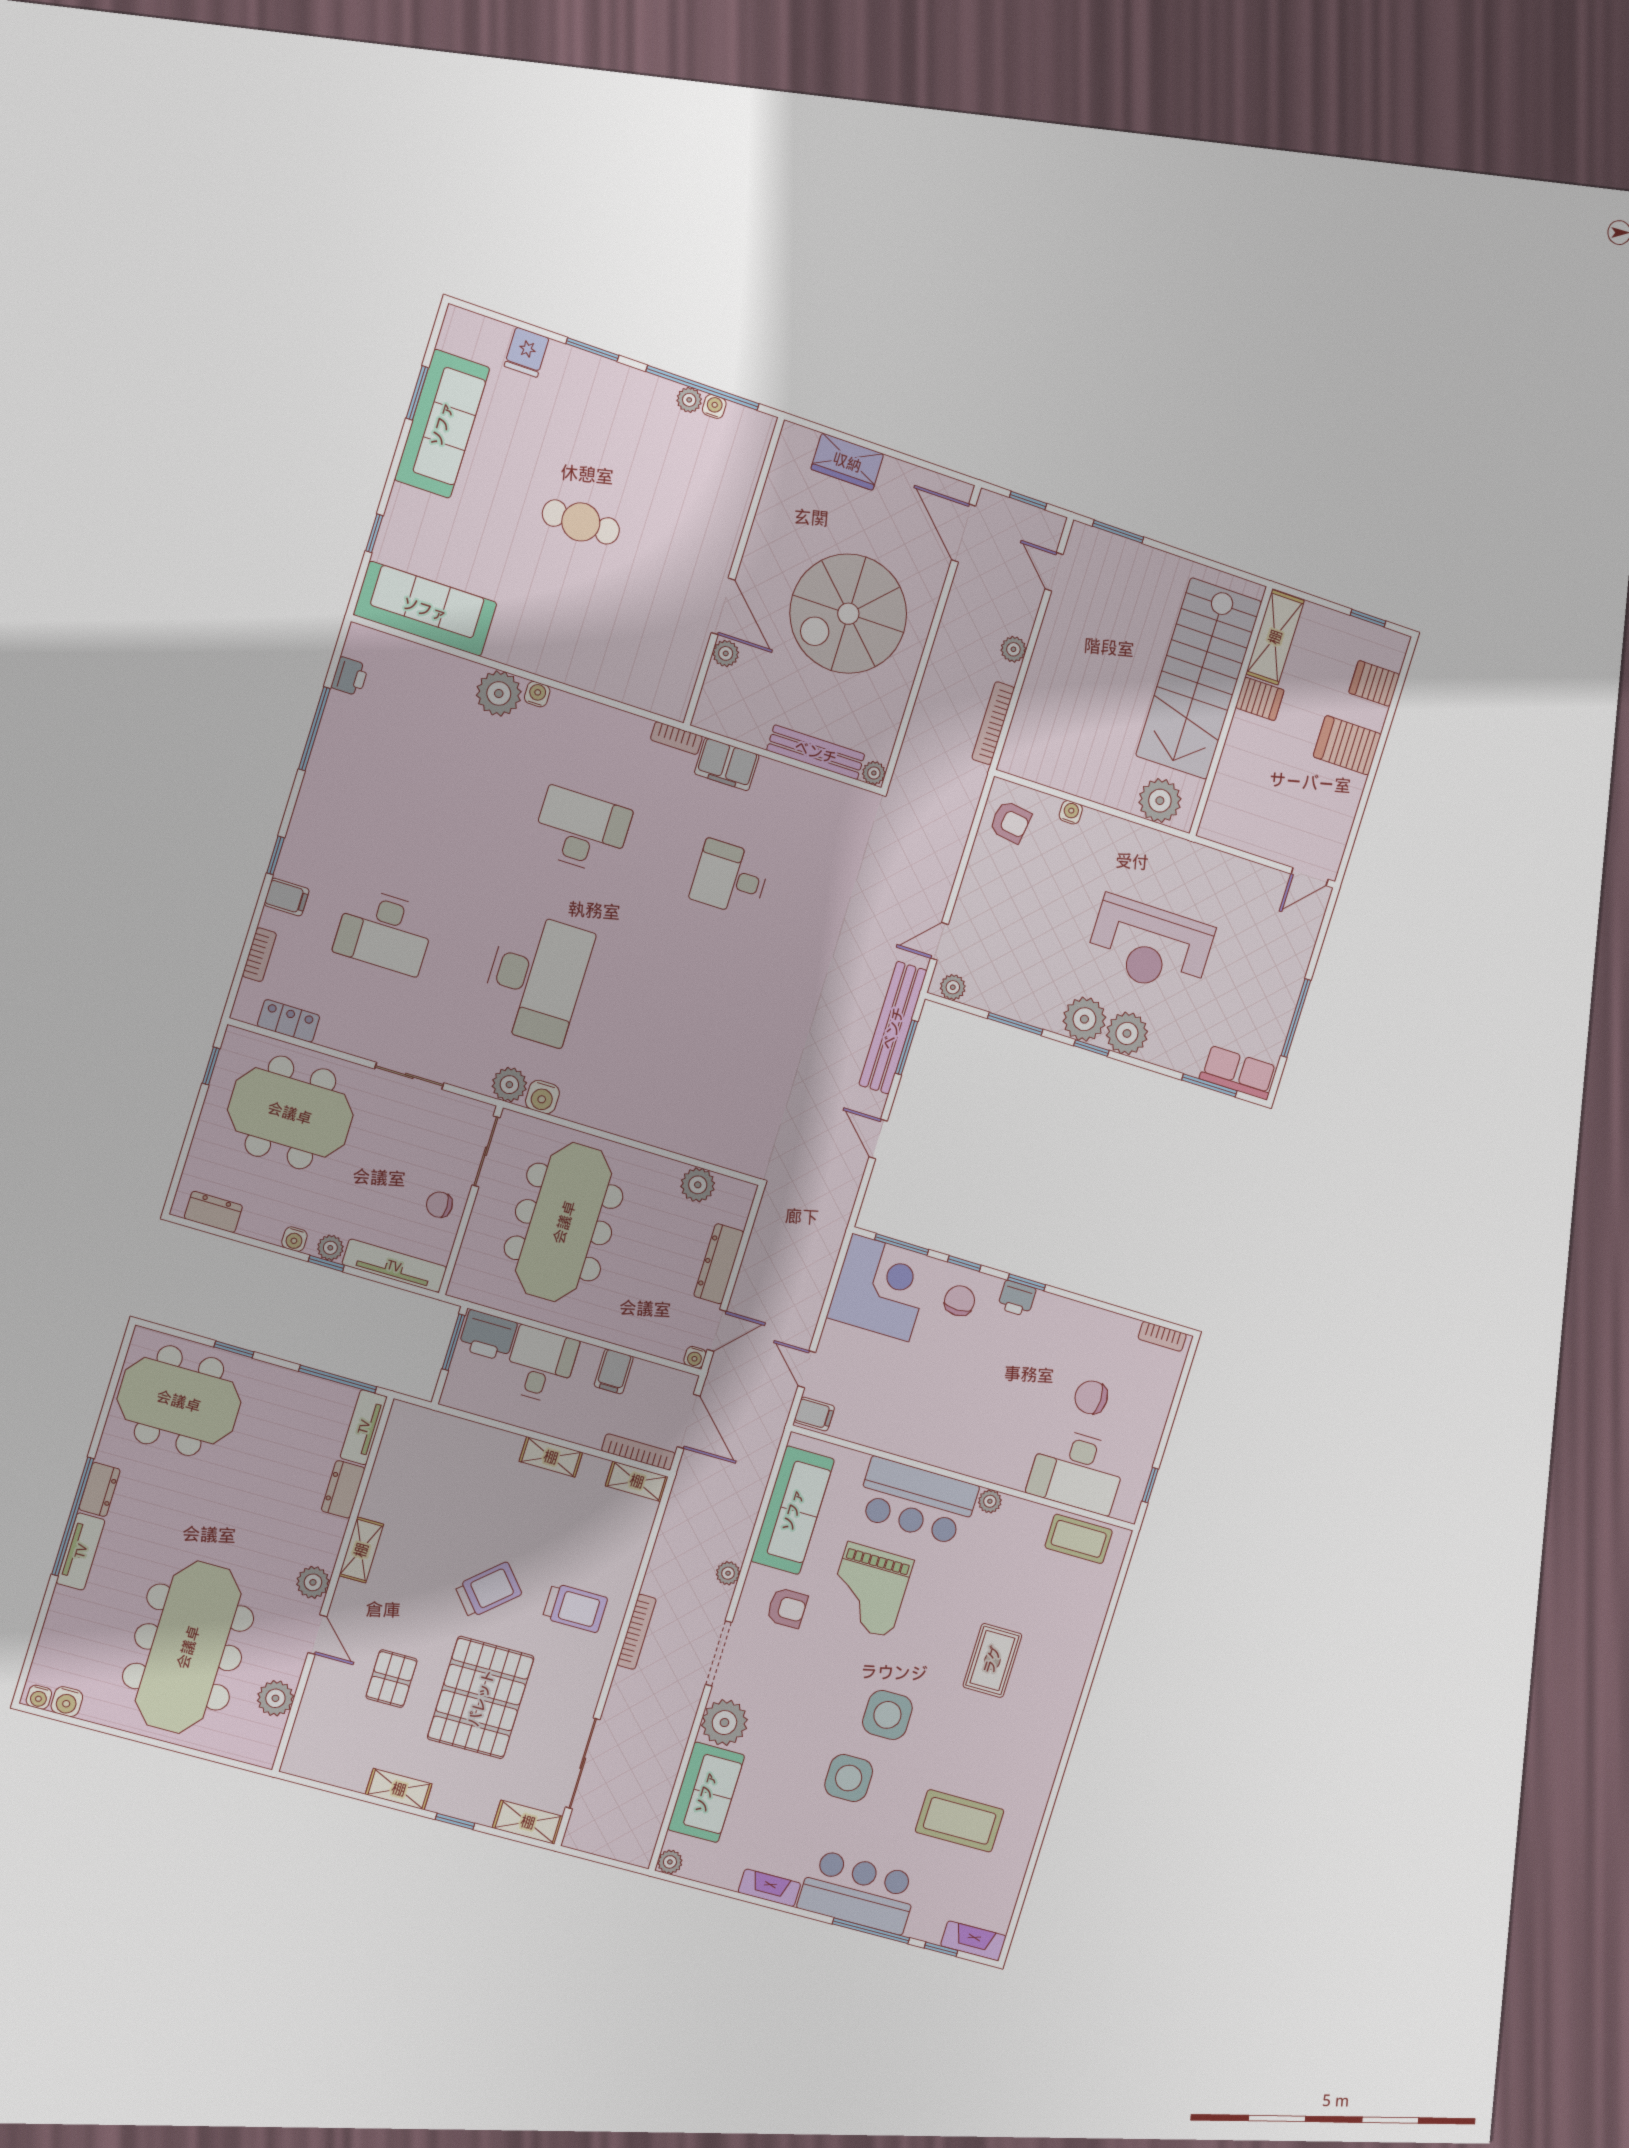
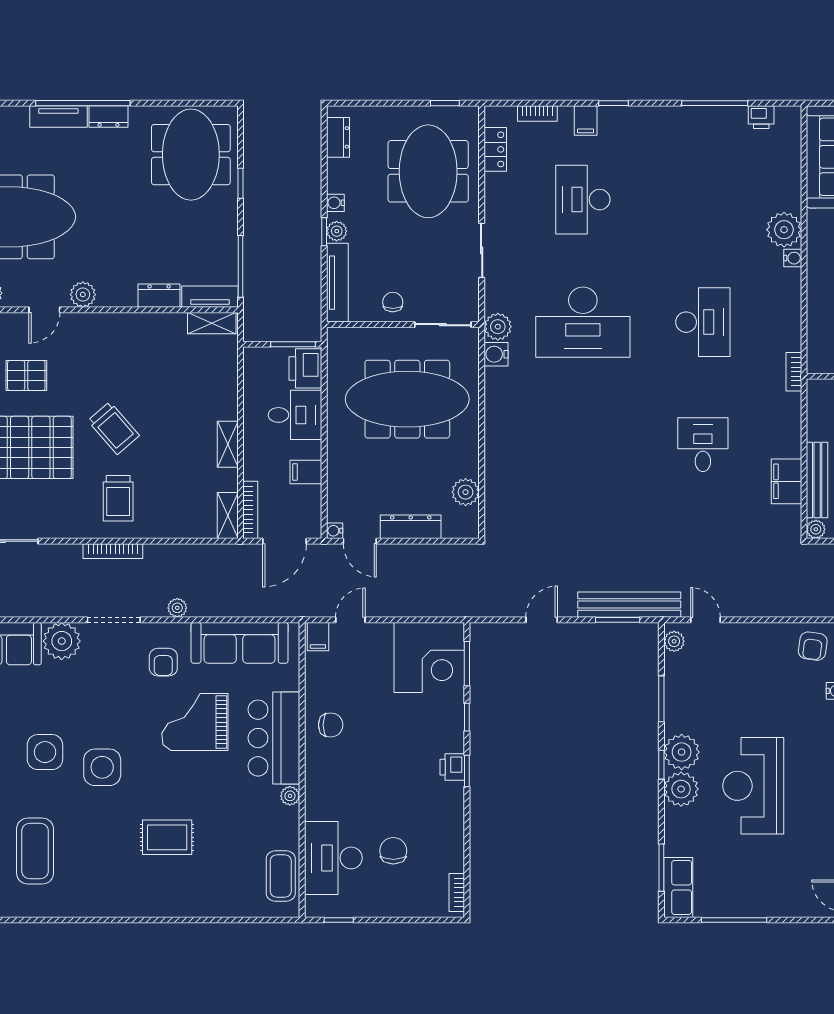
filing cabinet: (727, 764) -> (787, 481), moved
chair: (960, 1301) -> (331, 725), moved
shelving: (361, 1550) -> (212, 323), moved

